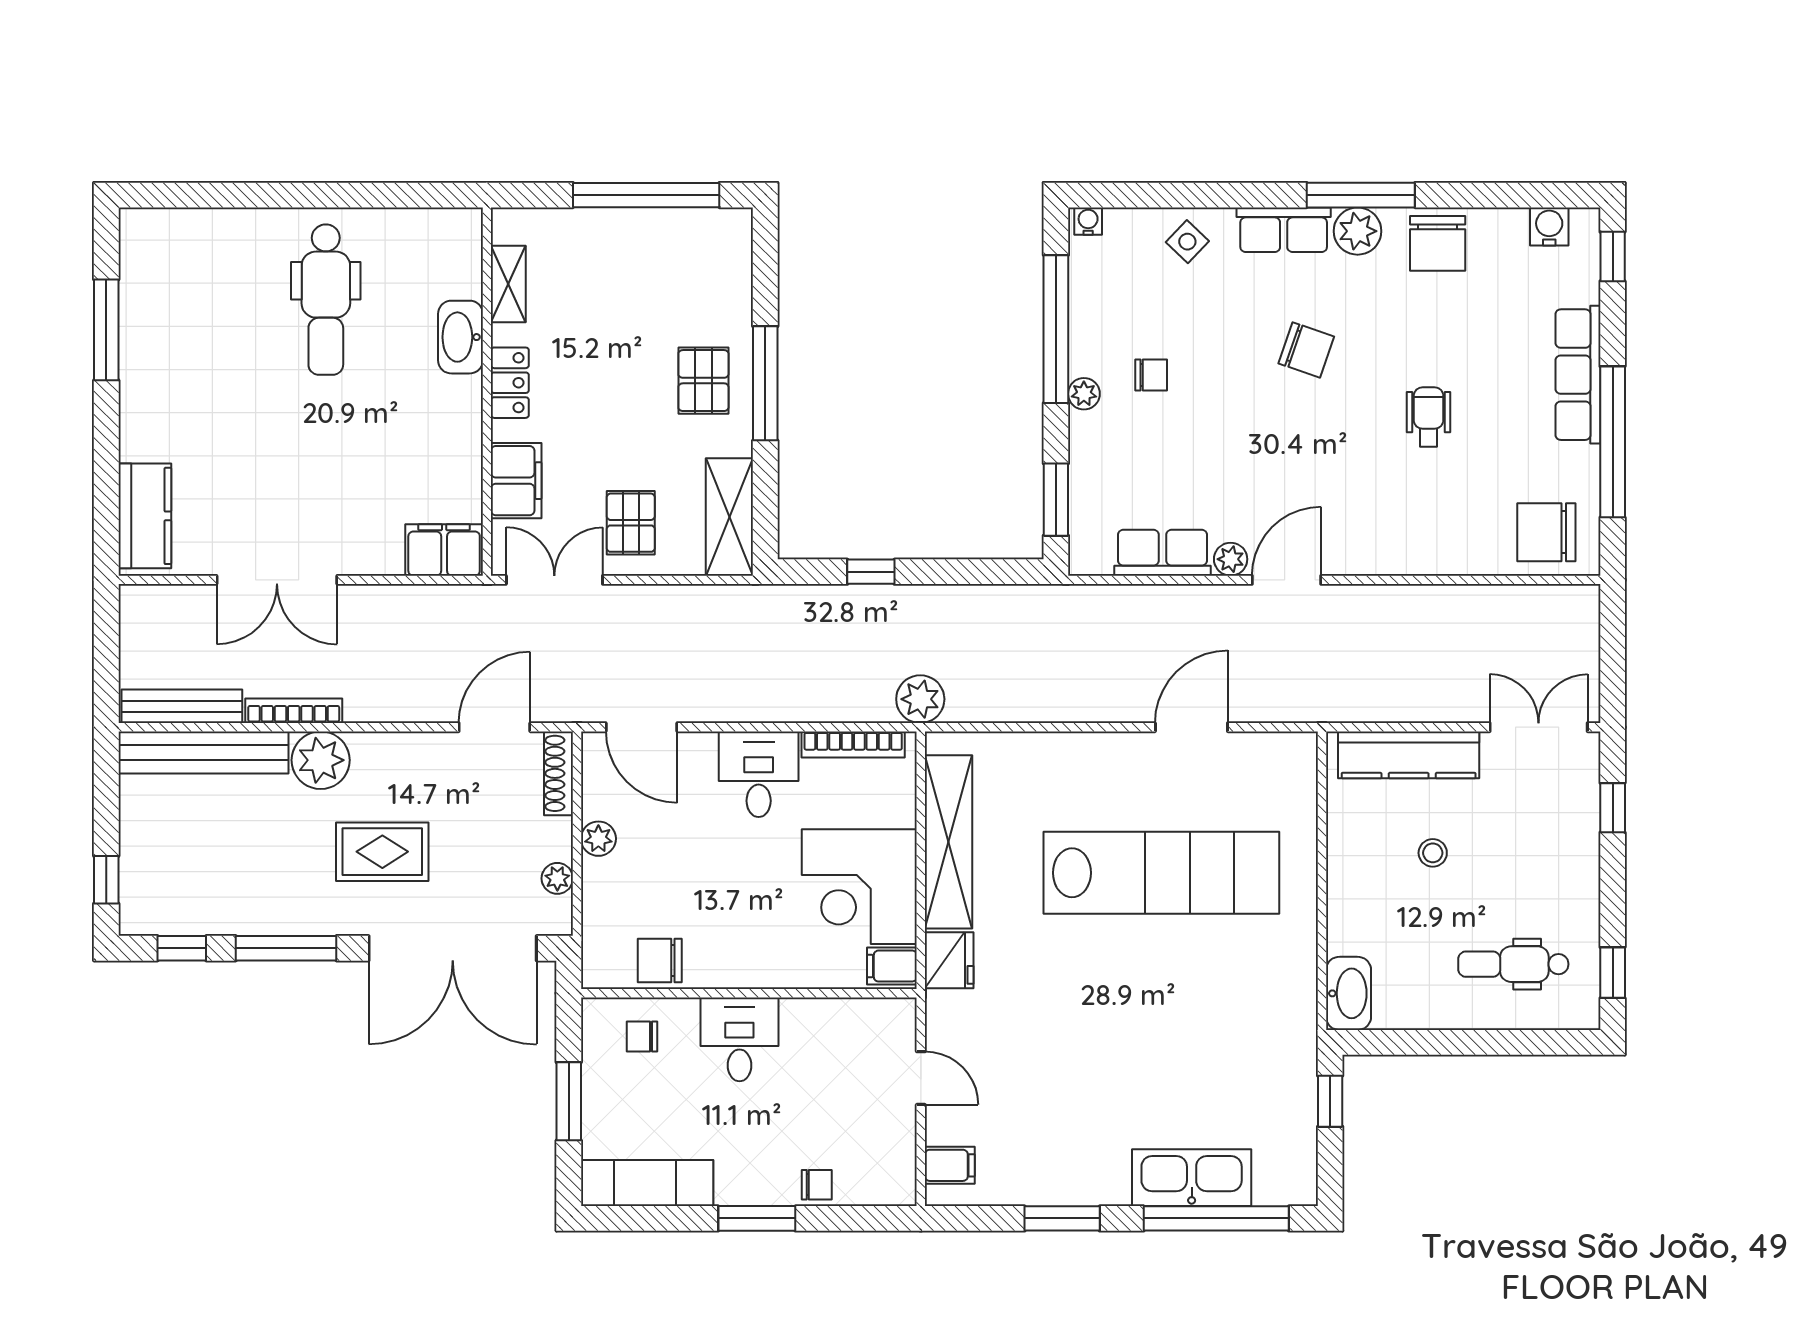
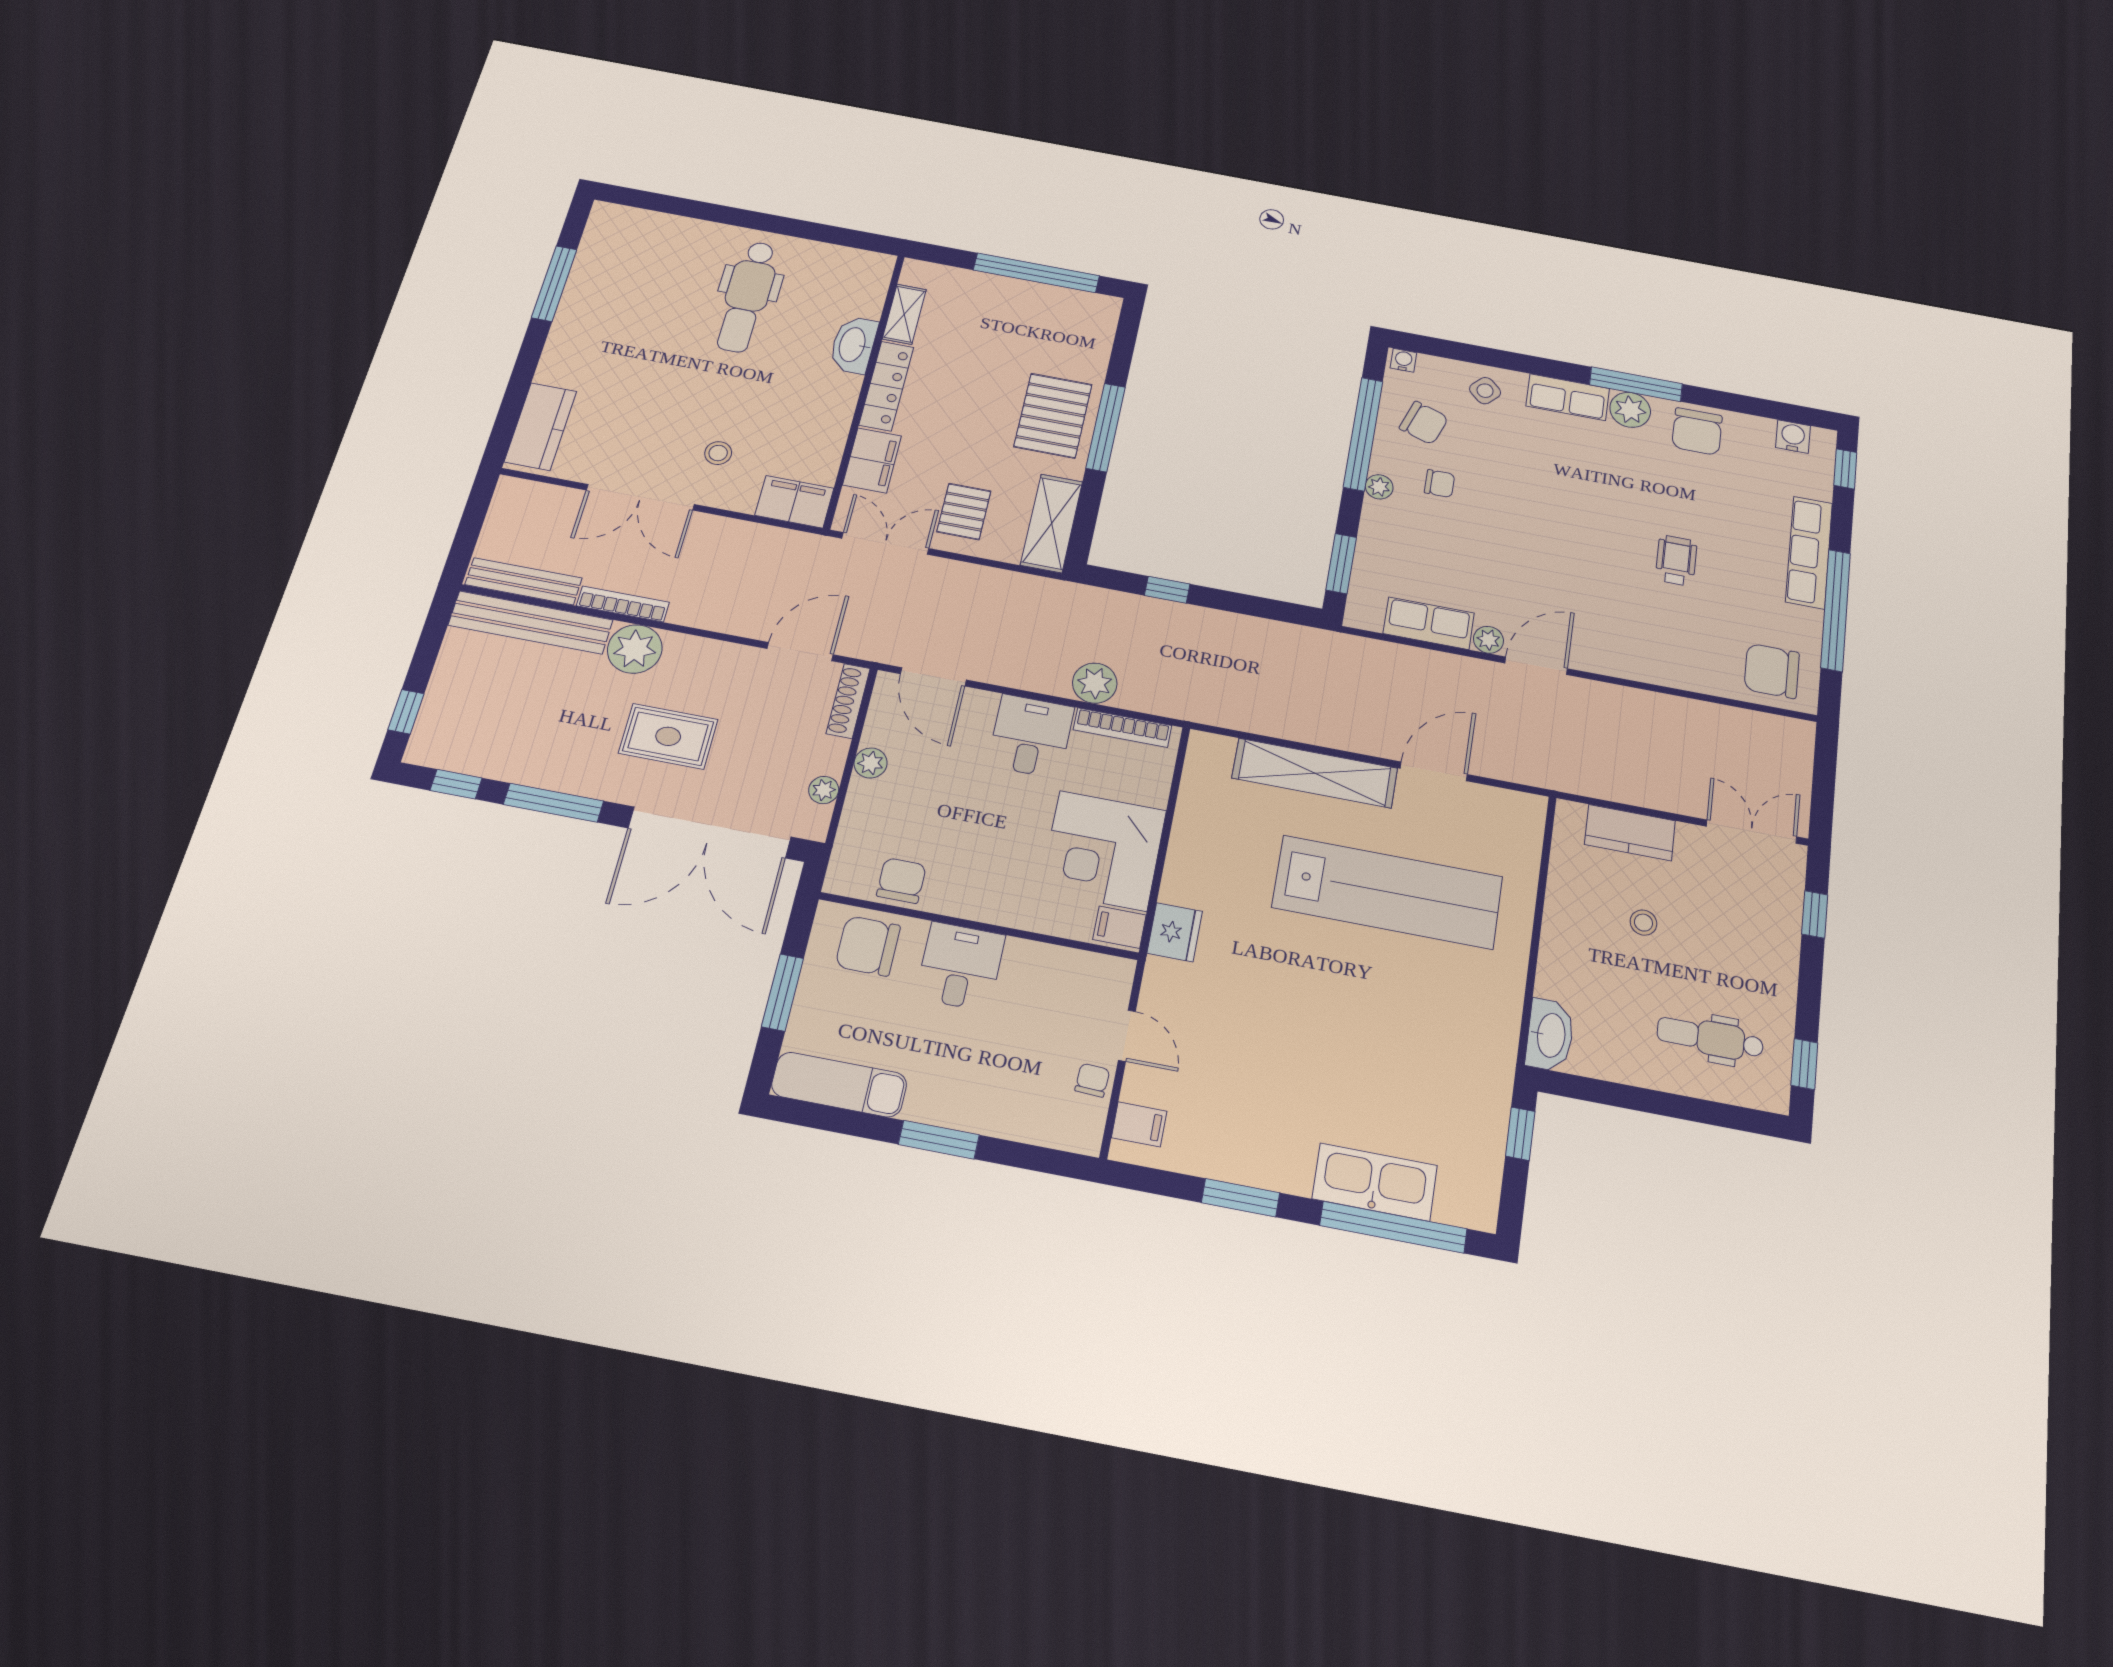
chair: (1306, 350) -> (1424, 423), moved
pallet: (703, 381) -> (1053, 416), width x1.50, depth x1.42
locker: (510, 383) -> (886, 386), width x1.53
stool: (346, 507) -> (718, 453), added
plant: (920, 699) -> (1095, 683), moved
kitchen counter: (1409, 755) -> (1630, 833), width x0.67
shelving: (949, 842) -> (1315, 773), moved, turned 90
chair: (660, 961) -> (901, 881), turned 90
chair: (642, 1037) -> (868, 946), width x1.87, depth x1.87
chair: (817, 1185) -> (1092, 1080), moved, turned -87

